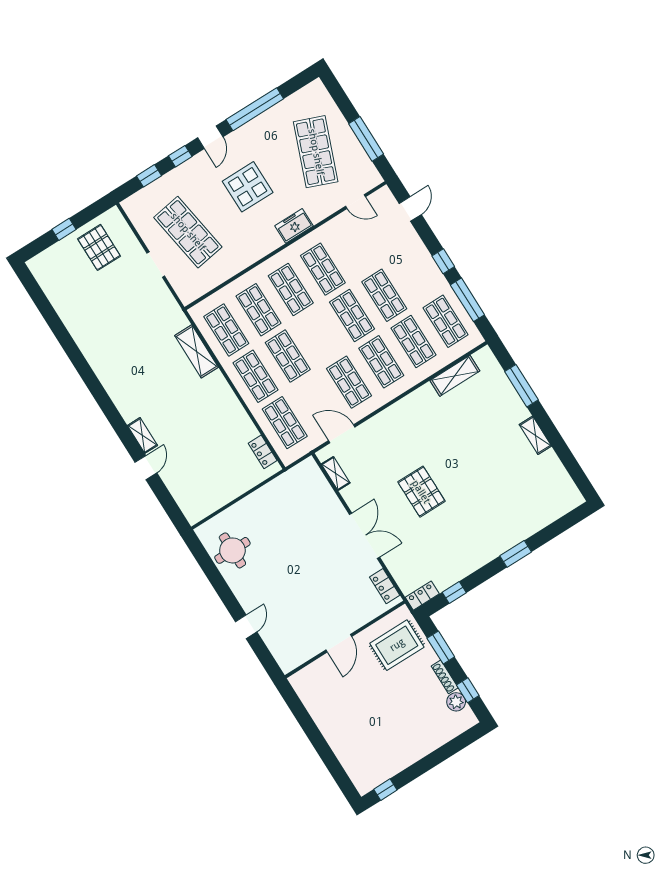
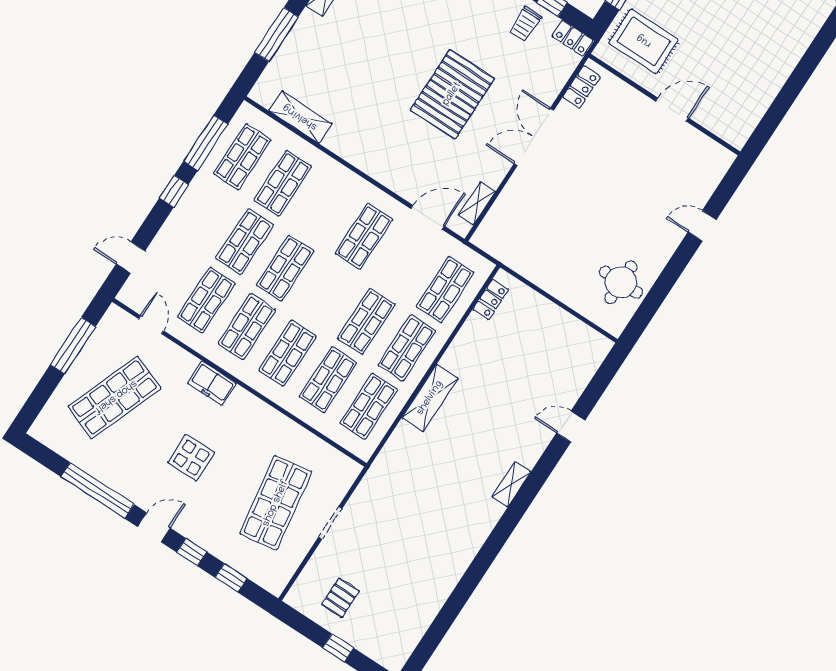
display table: (248, 187) -> (191, 458), width x0.73, depth x0.73
pallet: (99, 247) -> (340, 598), width x0.67, depth x0.71
shelving: (196, 351) -> (430, 398), moved
shop shelf: (381, 362) -> (206, 300), moved
door: (342, 434) -> (428, 217), swing flipped
shelving: (142, 435) -> (511, 484), moved
pallet: (421, 492) -> (452, 94), width x1.37, depth x1.41
trolley: (448, 567) -> (525, 24), added

